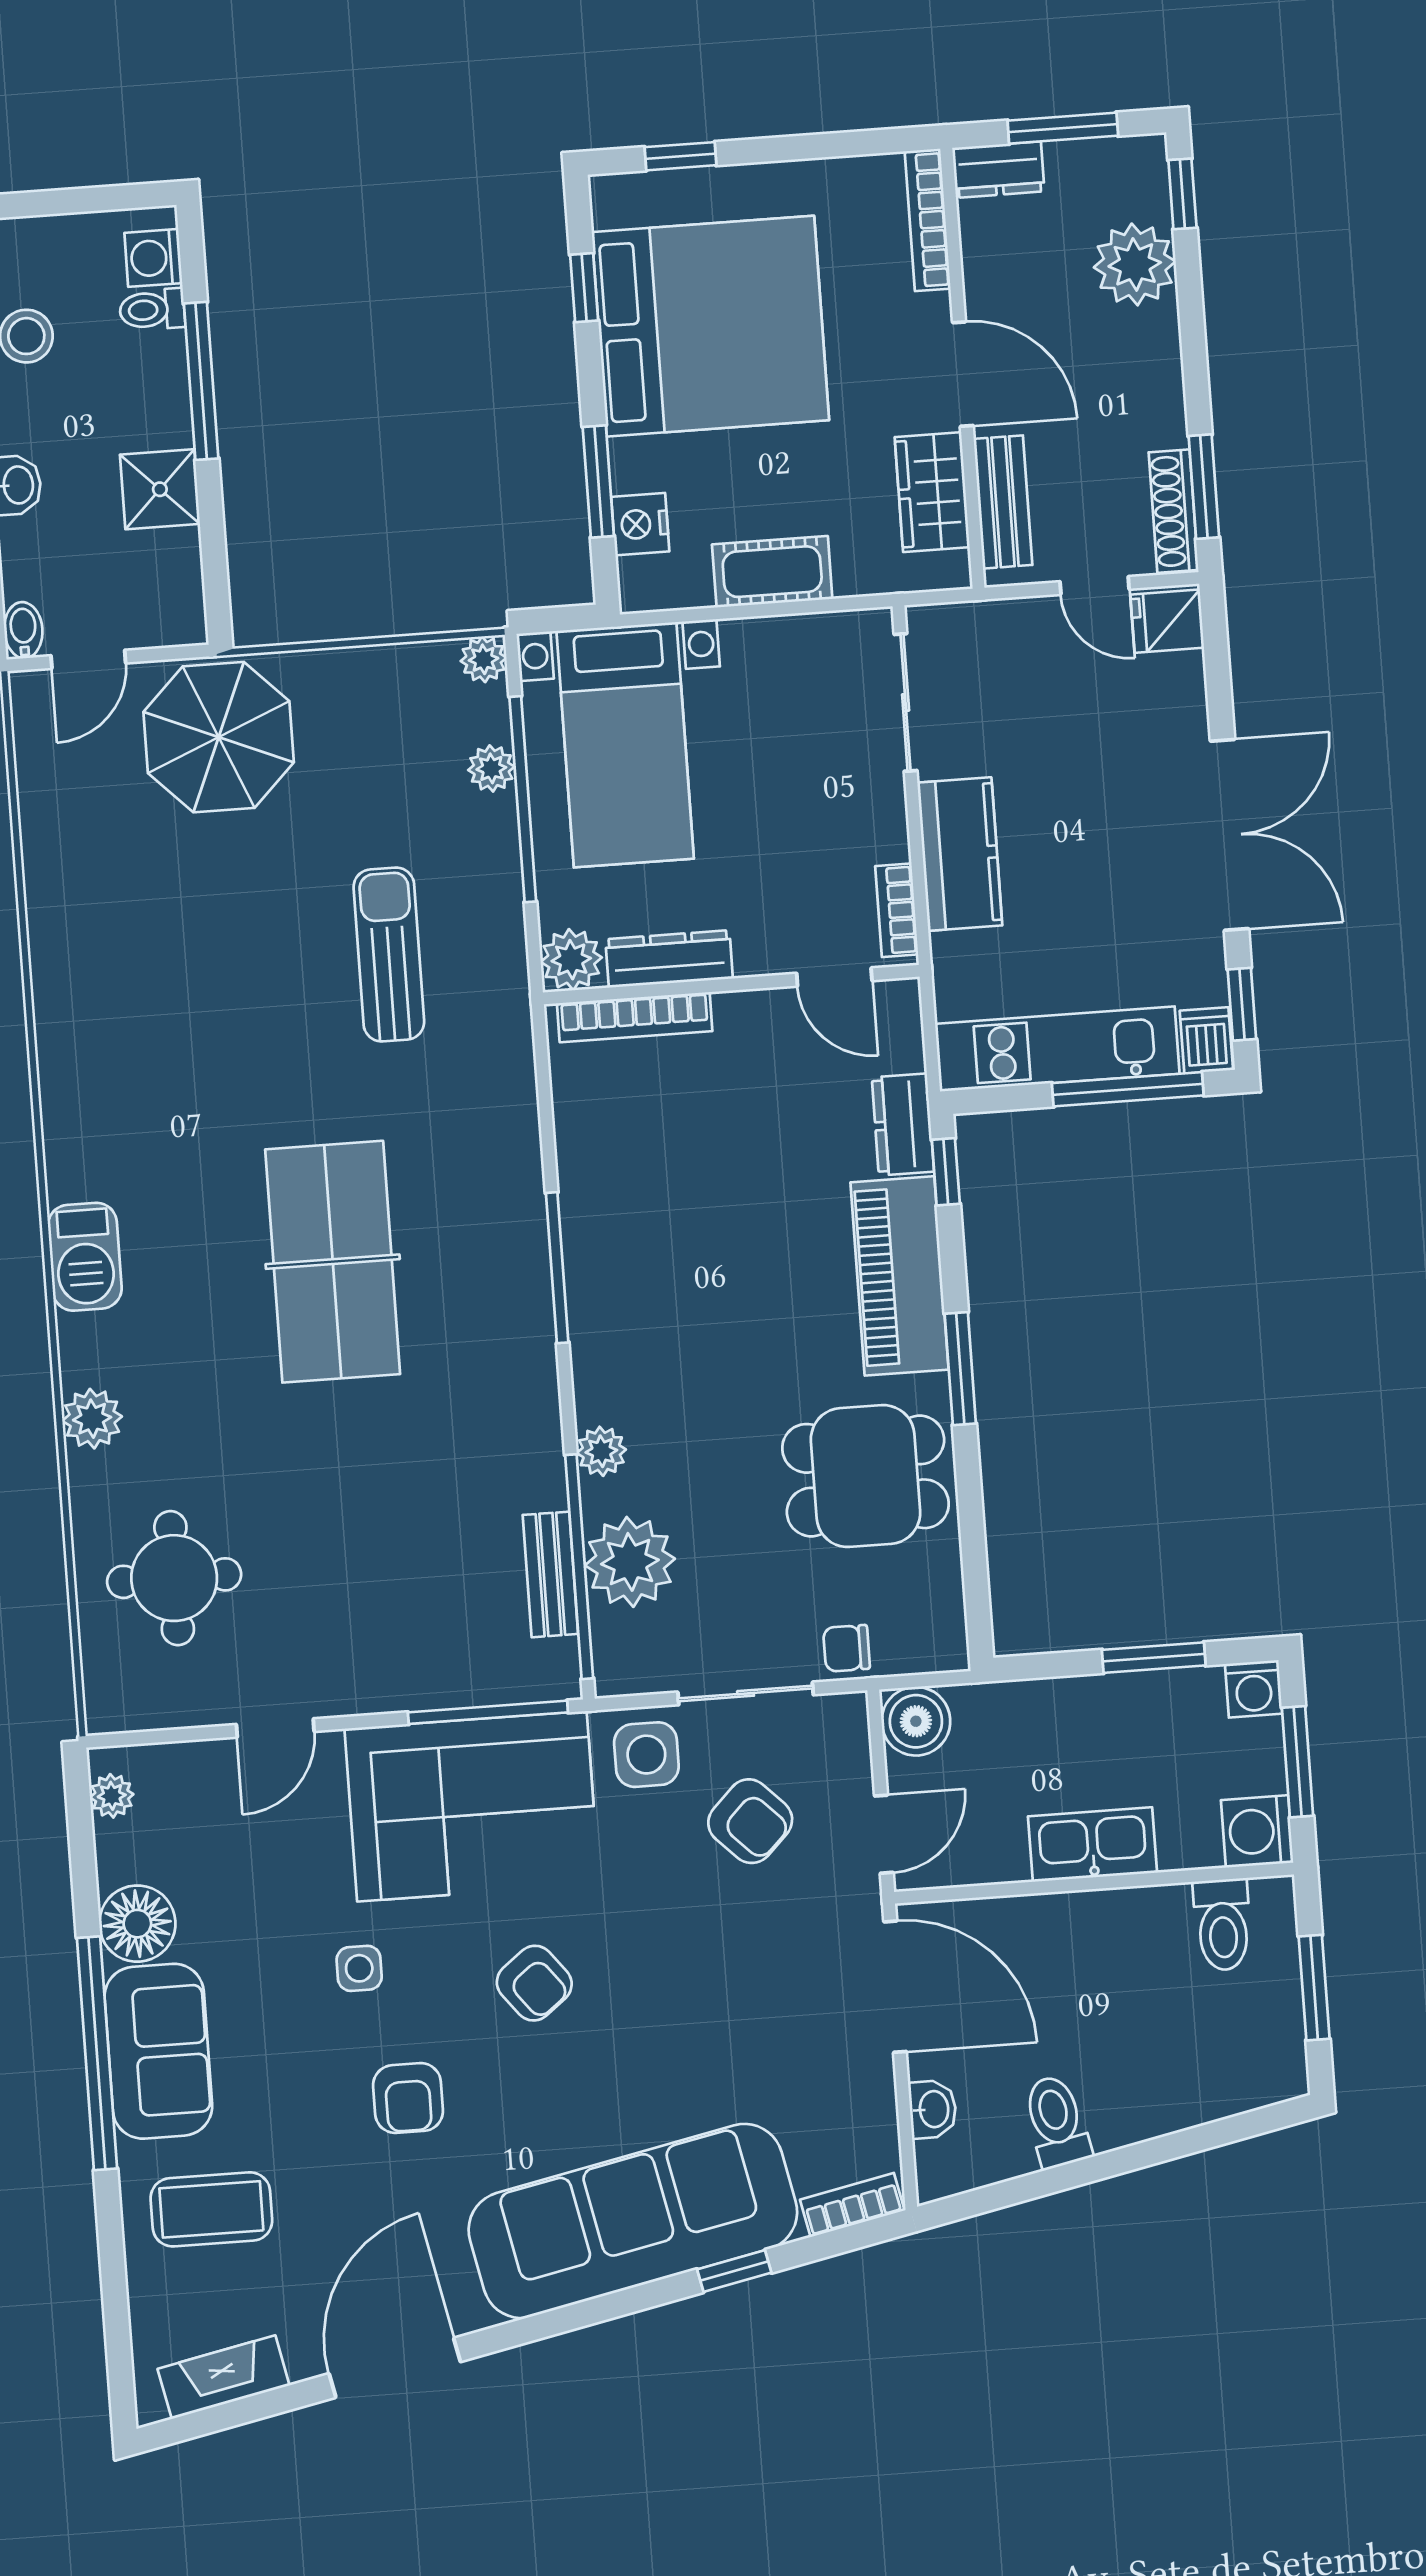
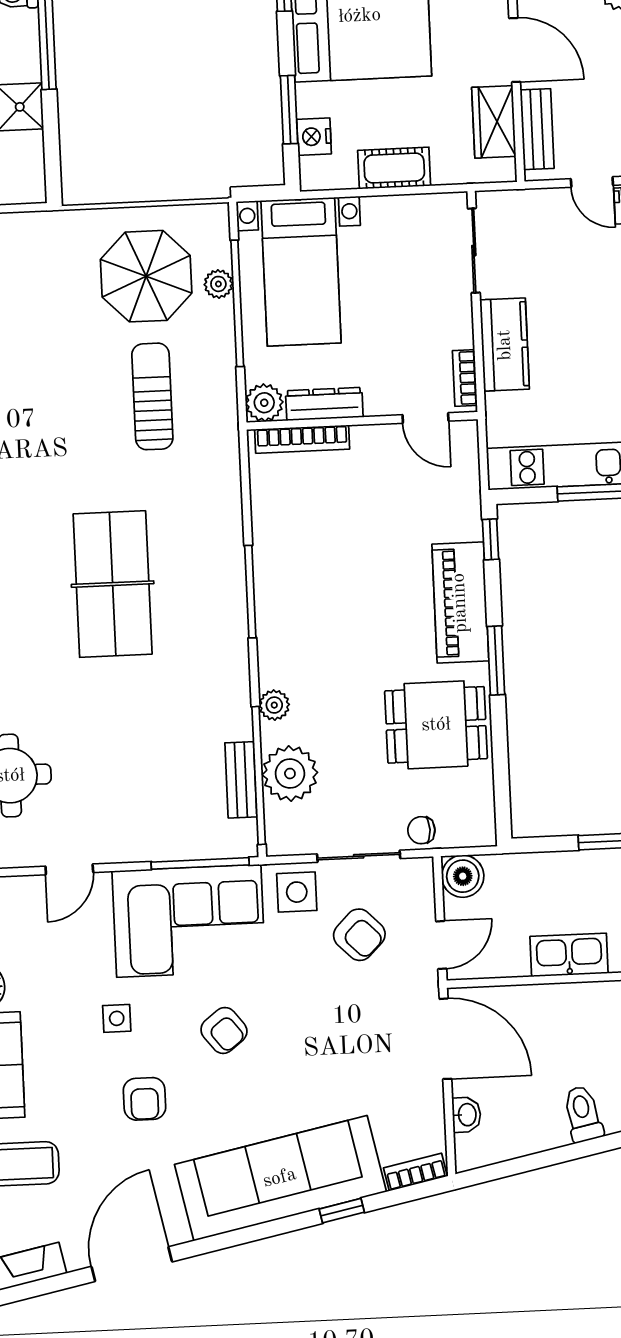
plant: (484, 659) -> (216, 217), removed
parasol: (219, 737) -> (146, 276), moved
dresser: (903, 1124) -> (465, 510), removed
toilet: (1056, 2122) -> (583, 1114), moved

